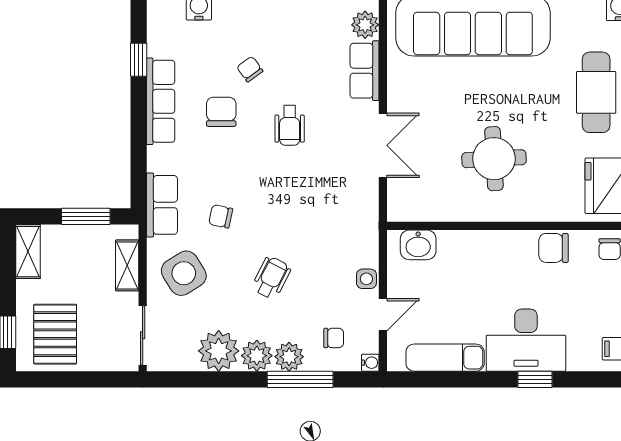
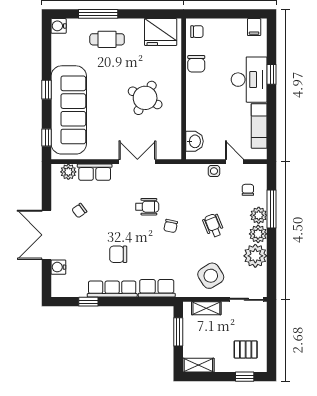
chair: (250, 69) -> (79, 211), moved
cafe table: (596, 92) -> (107, 39), width x0.73, depth x0.74
wheelchair: (290, 125) -> (147, 207), moved
round table: (494, 159) -> (145, 98), turned 31
row of seats: (162, 205) -> (157, 288), moved
chair: (221, 216) -> (171, 226), moved
wheelchair: (271, 278) -> (213, 226), turned 41
pallet: (55, 334) -> (246, 349), width x0.67, depth x0.71
water cooler: (370, 363) -> (262, 169), removed

